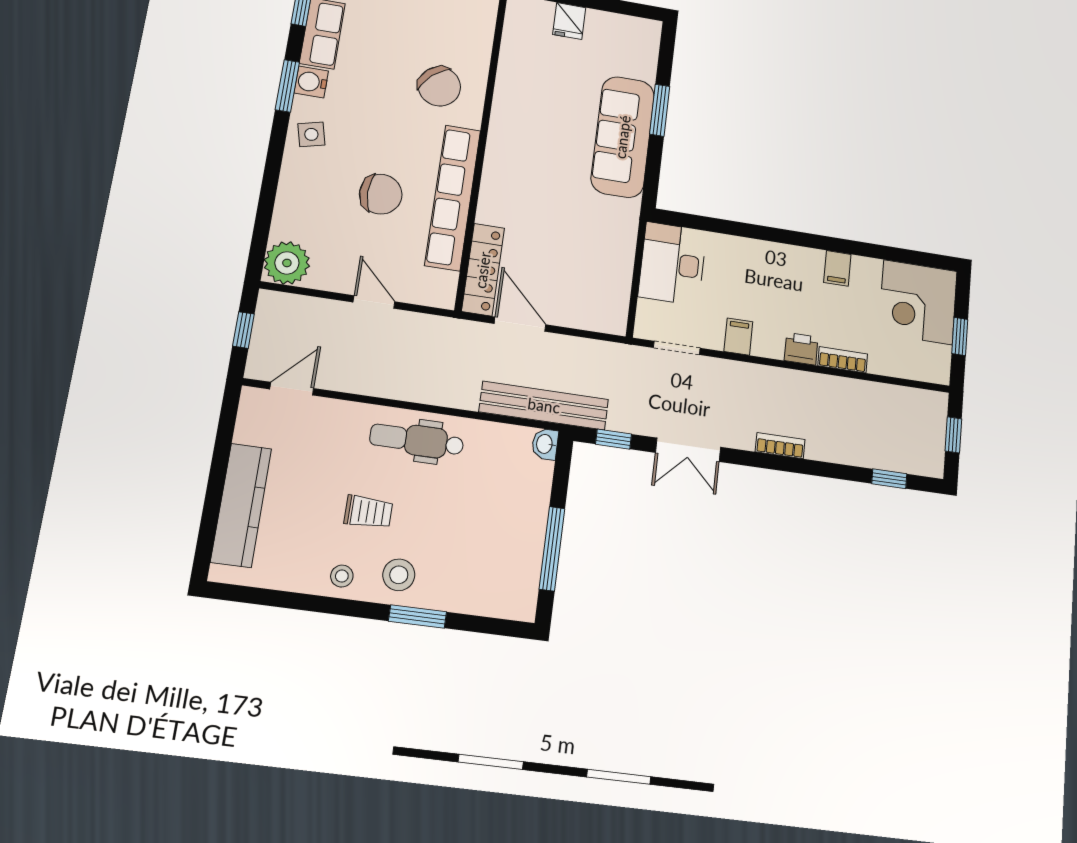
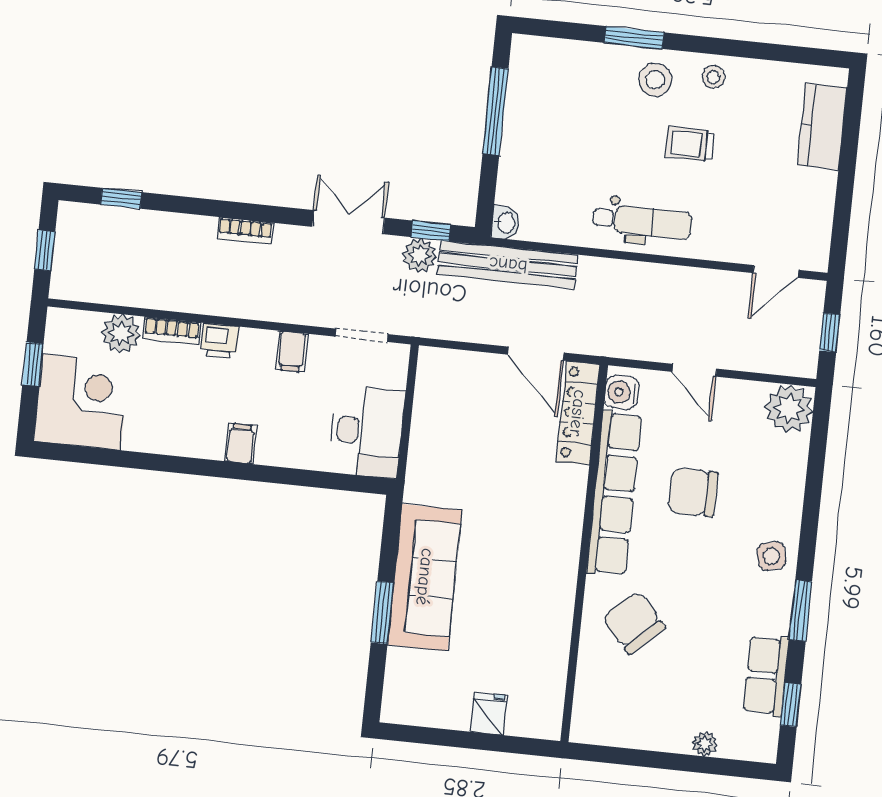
water cooler: (311, 82) -> (622, 392), moved, turned 180
filing cabinet: (837, 268) -> (241, 443), moved
plant: (886, 359) -> (121, 334), added
plant: (624, 417) -> (420, 255), added
kitchen counter: (241, 505) -> (822, 126), width x0.67

